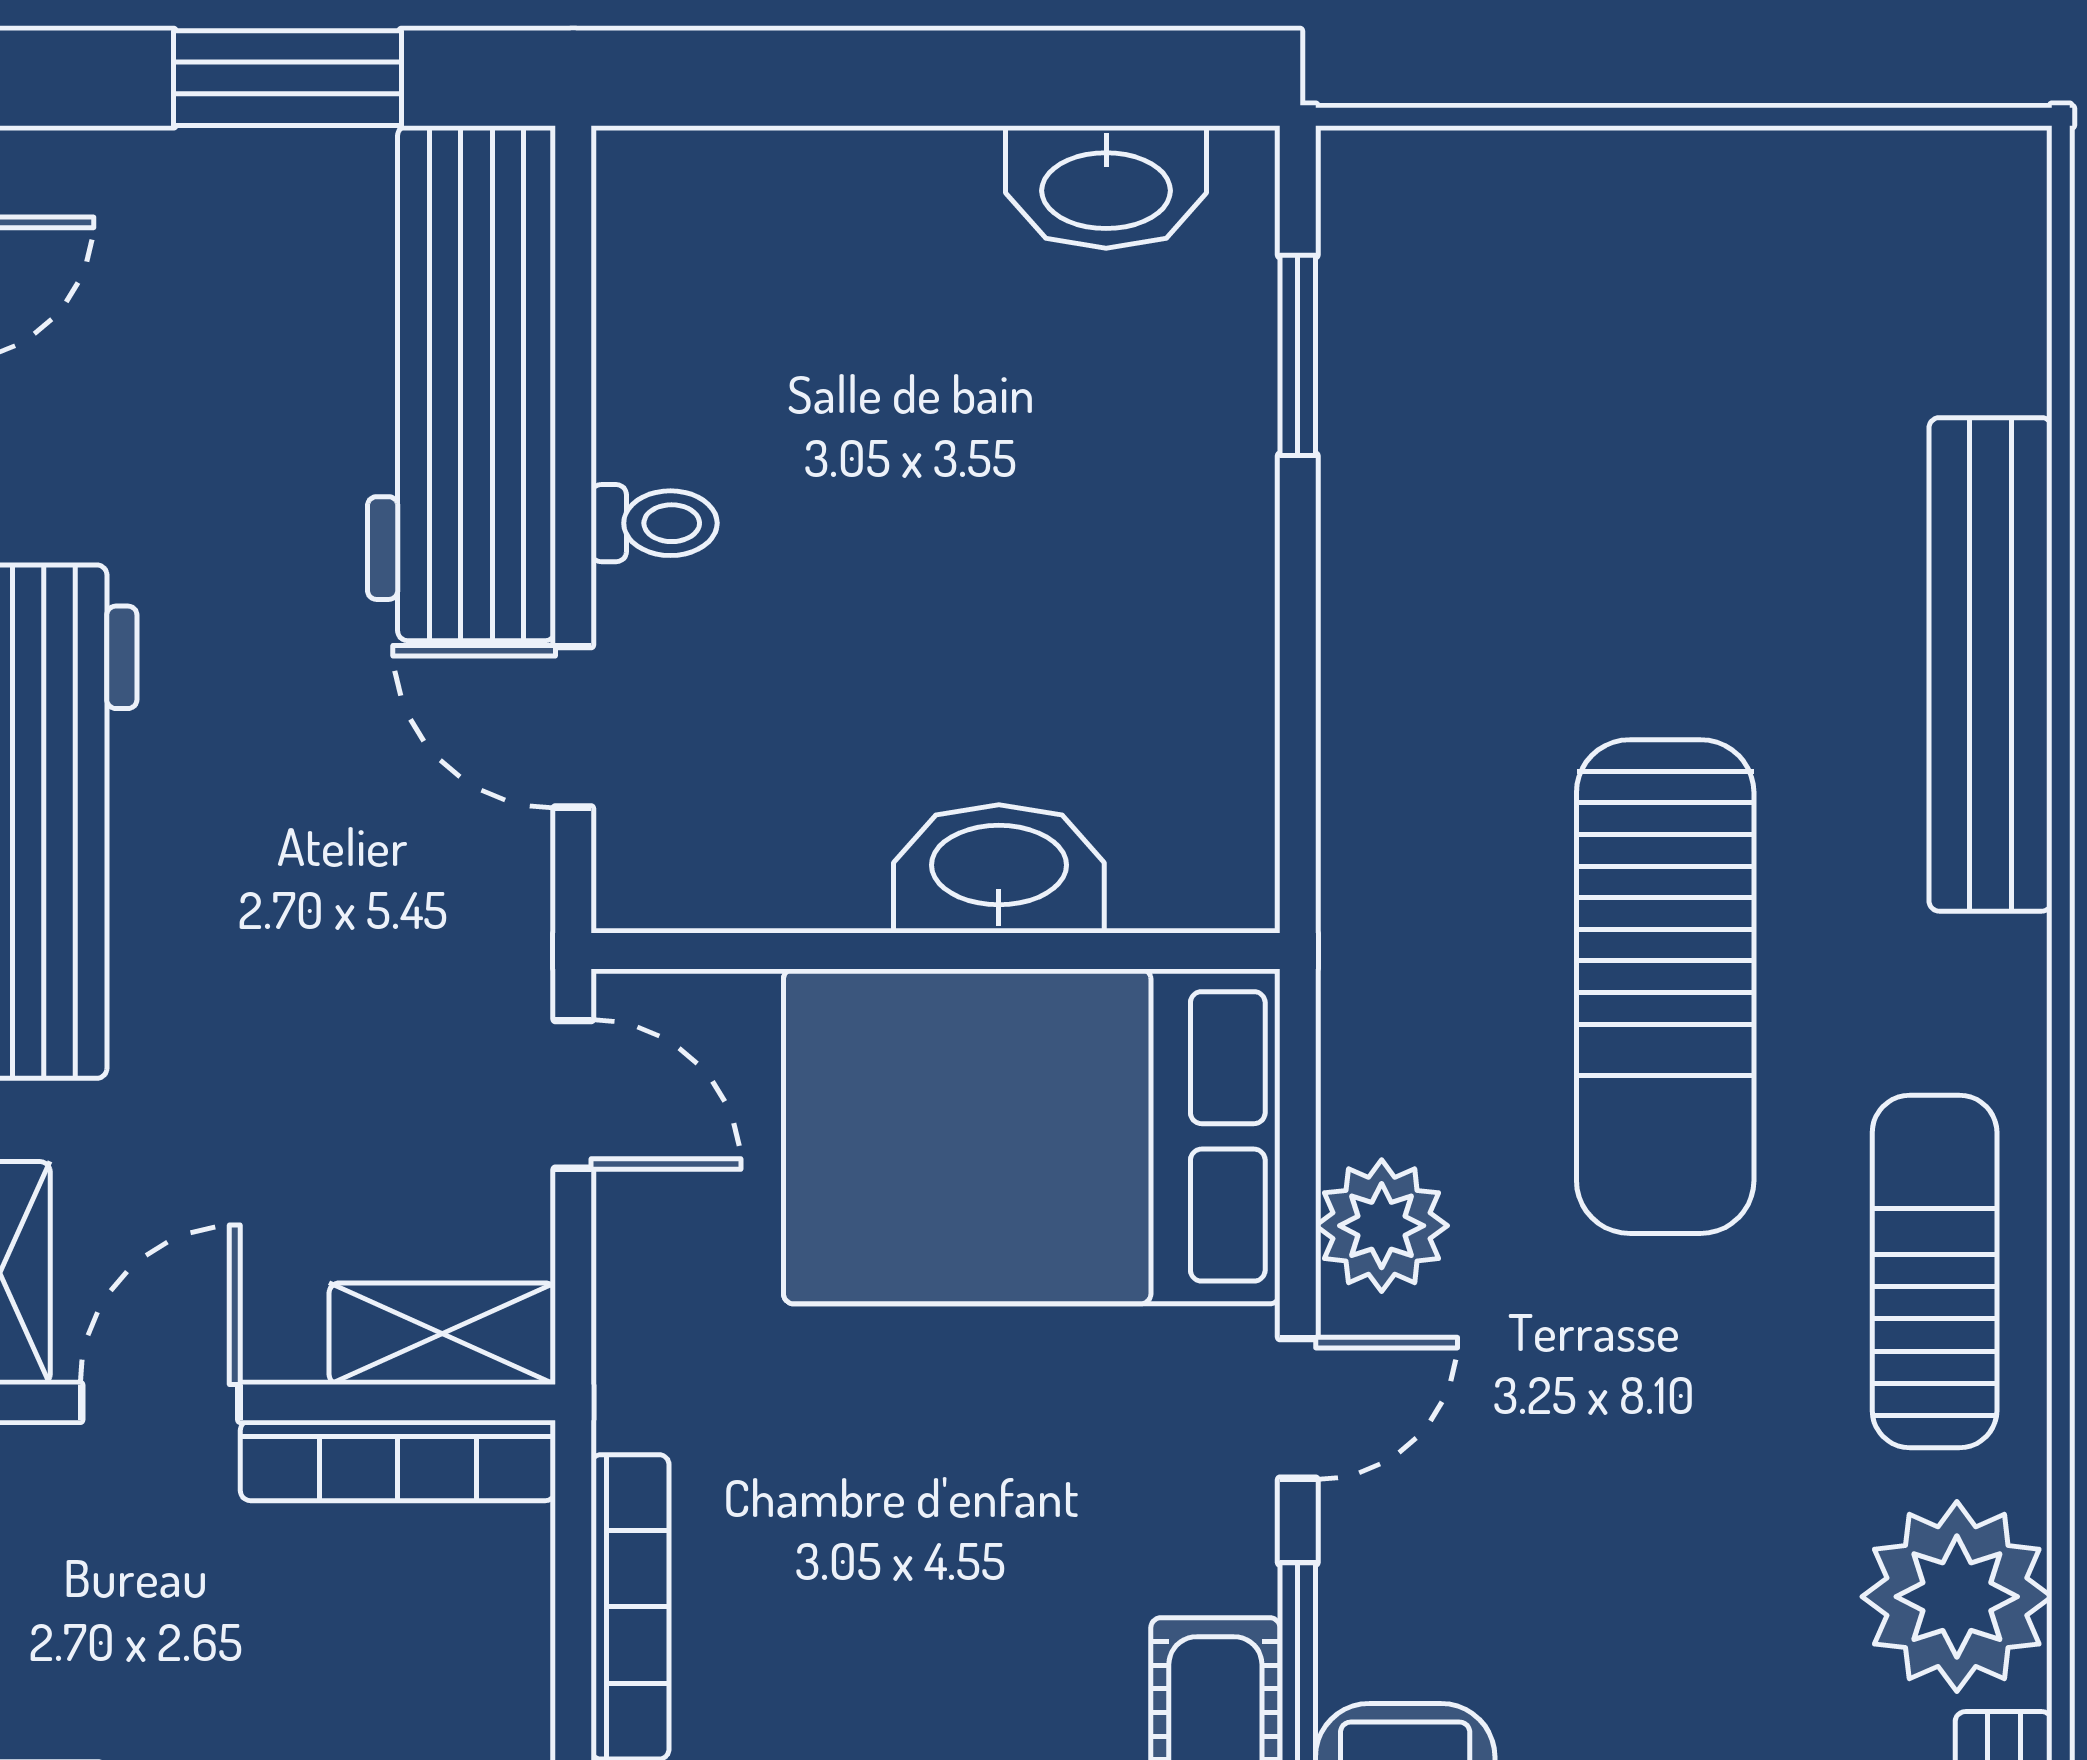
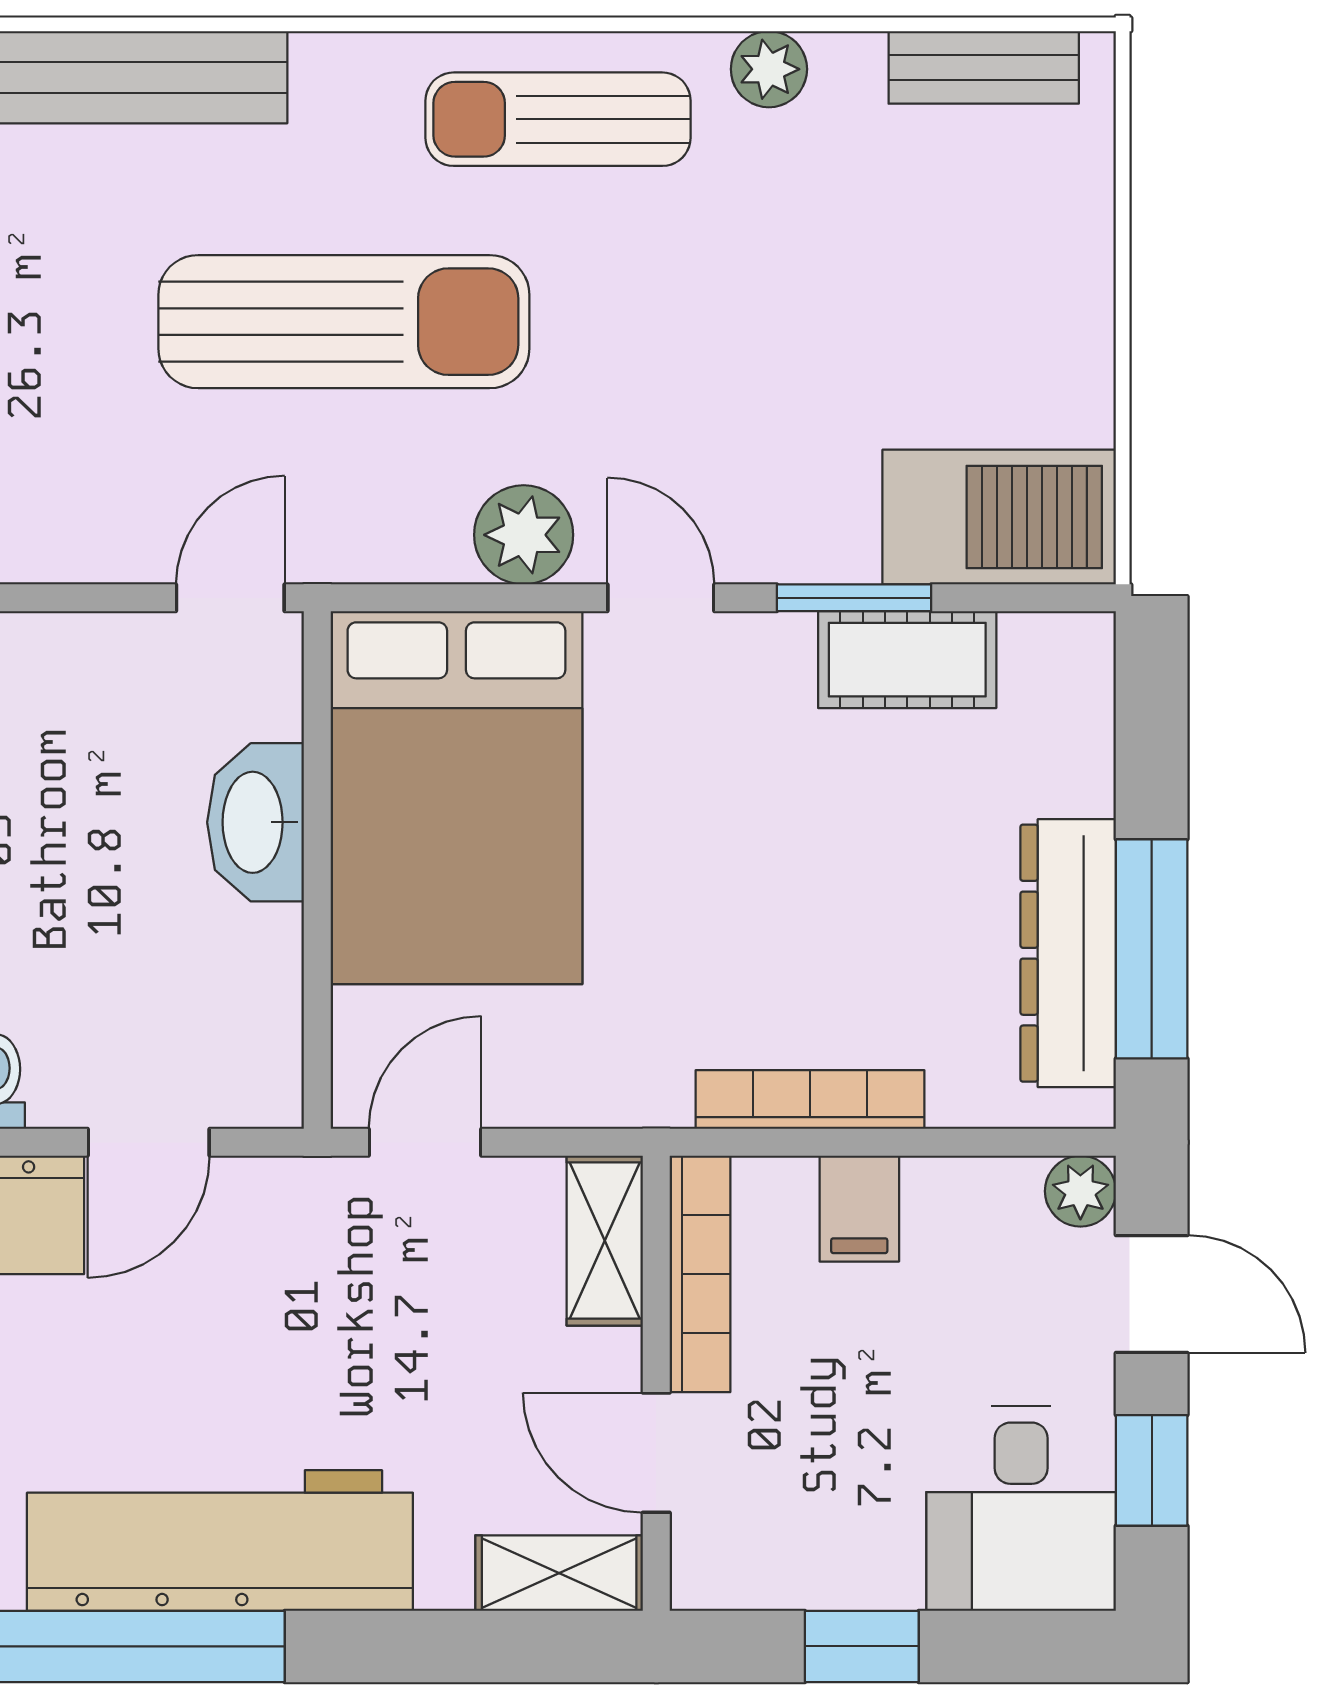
door: (1298, 835) -> (230, 598), added
plant: (1957, 1597) -> (769, 69), width x0.53, depth x0.53
filing cabinet: (485, 1672) -> (859, 1209), added

